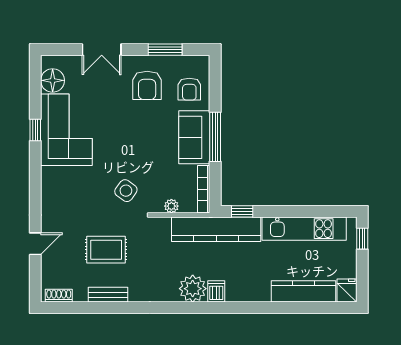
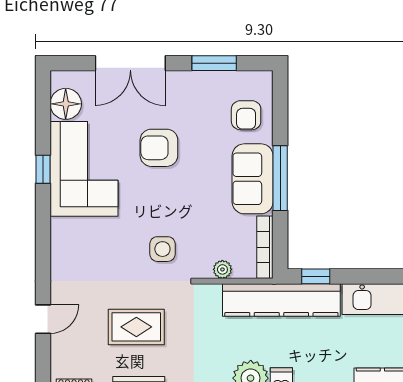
double door: (102, 50) -> (130, 63), width x1.37
armchair: (147, 85) -> (159, 148), moved, turned 90
side table: (126, 191) -> (162, 249), turned -35

